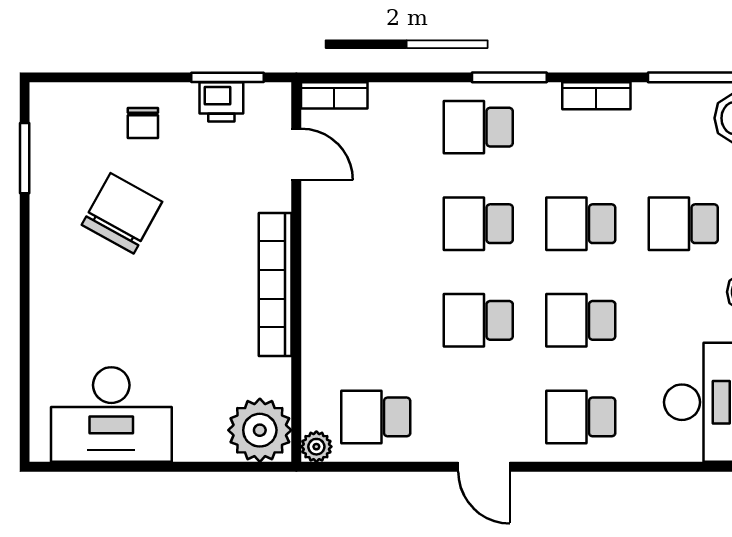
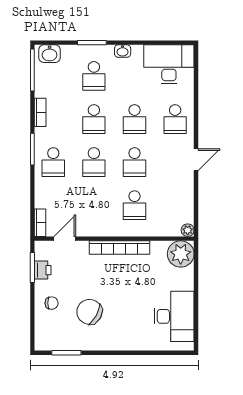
school desk: (376, 417) -> (135, 205), moved

